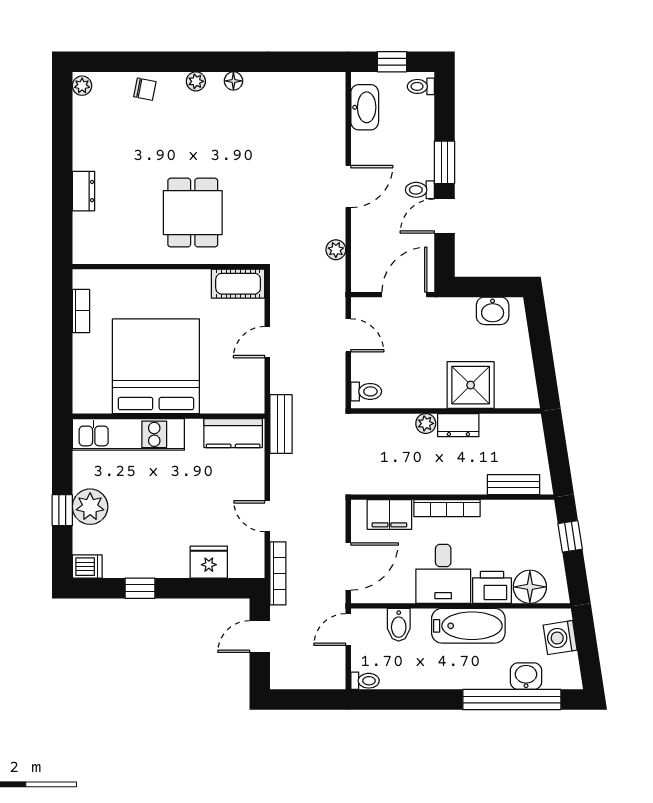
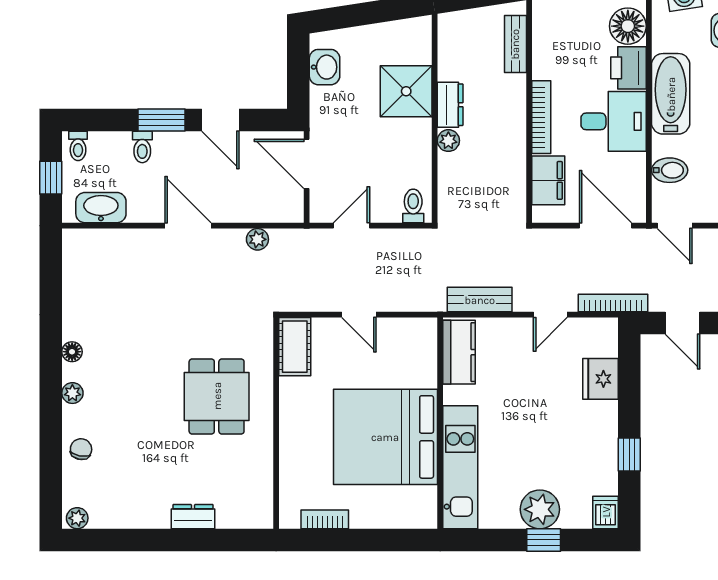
toilet: (420, 190) -> (142, 147), moved
dining table: (193, 213) -> (217, 396), turned 90
bench: (281, 424) -> (480, 300), moved

